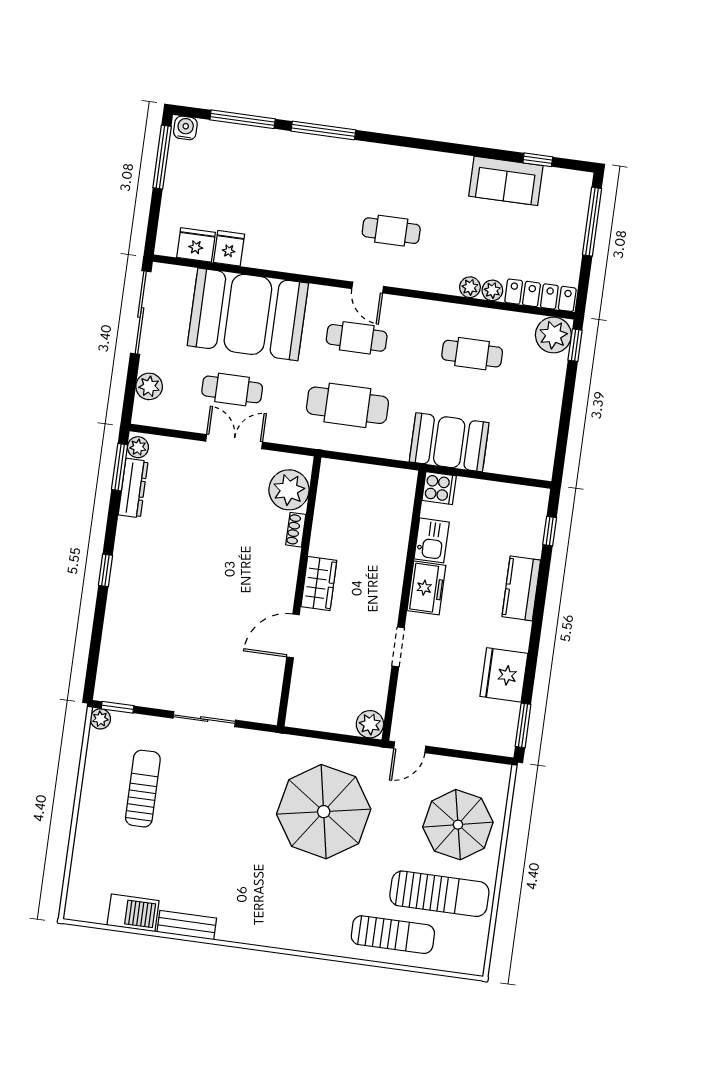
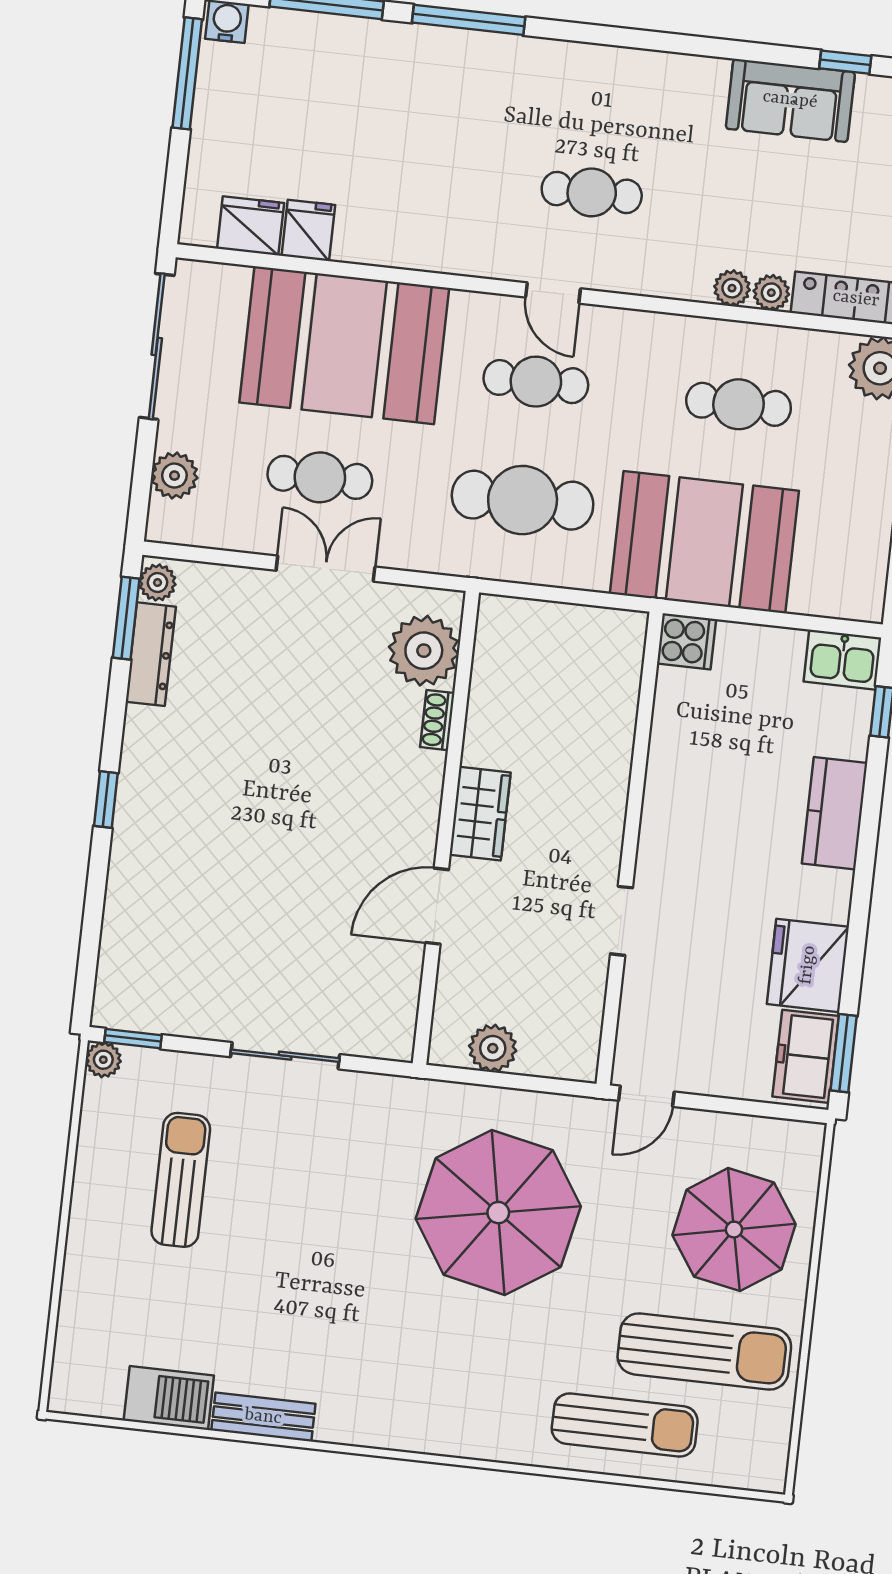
booth: (449, 442) -> (704, 542), width x1.36, depth x1.42
kitchen sink: (432, 540) -> (842, 660), moved, turned 90
freezer: (426, 588) -> (806, 1056), moved, turned 180
plant: (370, 724) -> (493, 1048), moved

